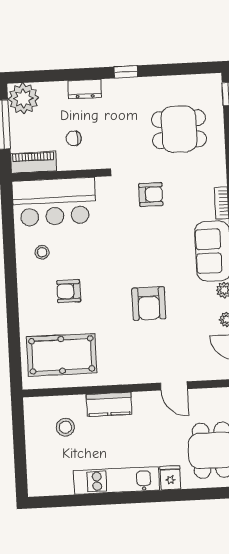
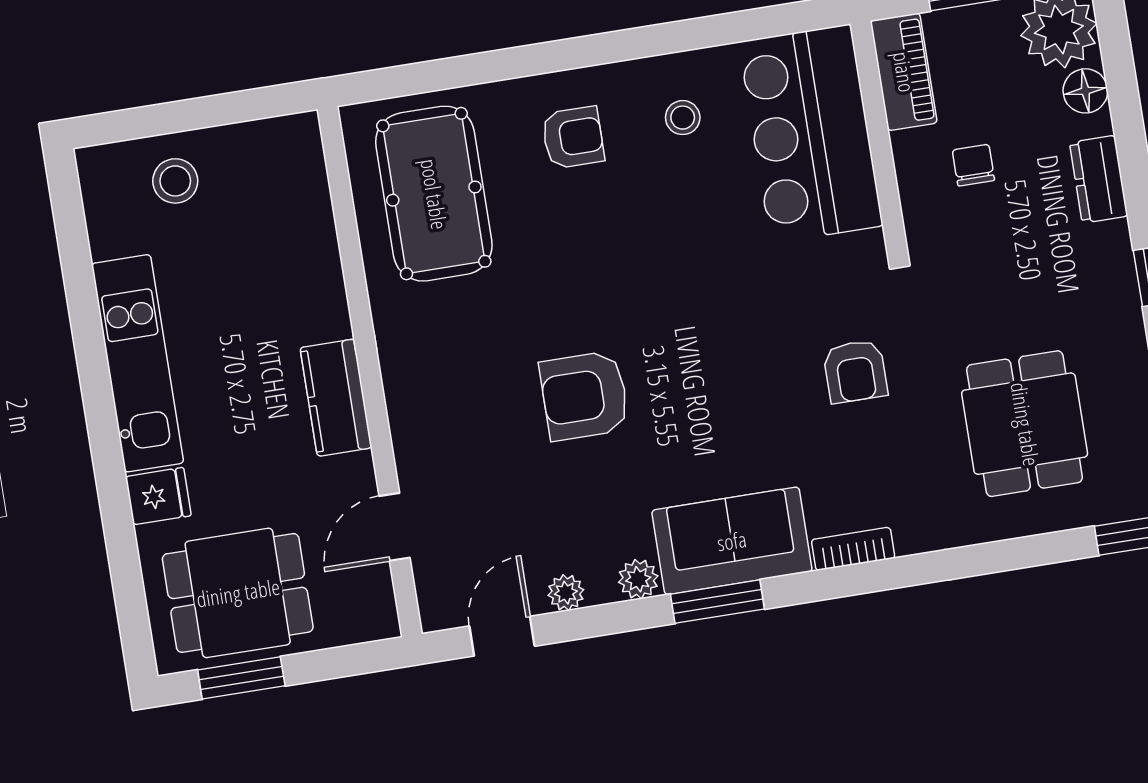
floor lamp: (49, 91) -> (1085, 91), added
armchair: (69, 291) -> (573, 138), moved, turned 90
door: (174, 386) -> (395, 527), moved
kitchen counter: (109, 404) -> (336, 398), moved
stool: (65, 427) -> (175, 181), moved

